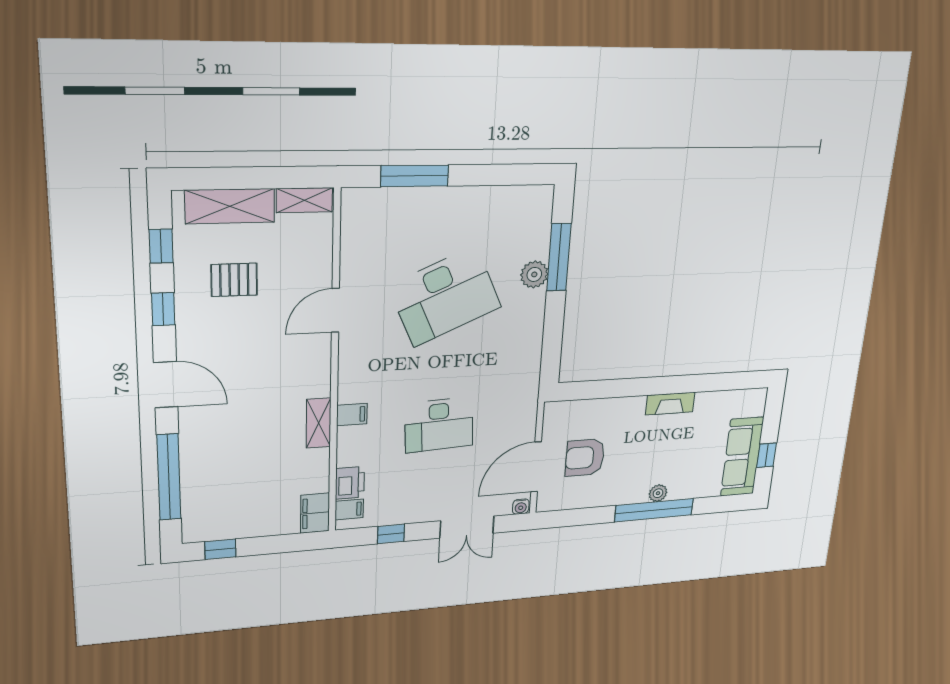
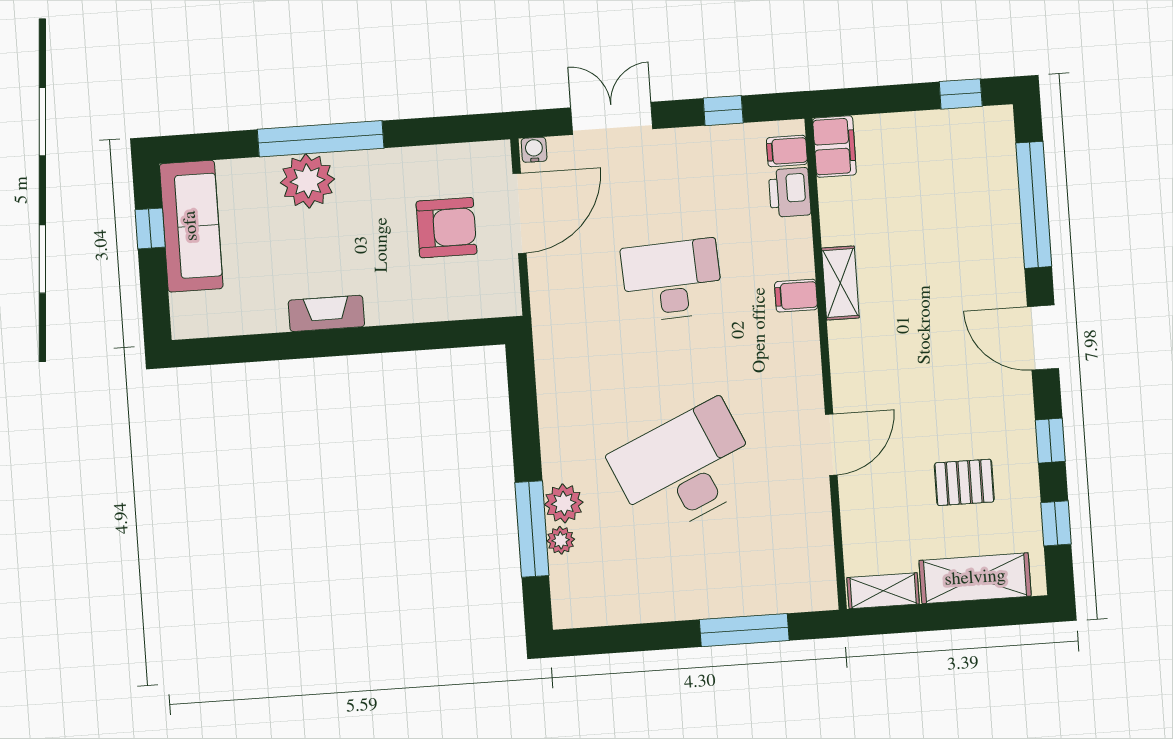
plant: (540, 249) -> (561, 540), added
plant: (658, 493) -> (307, 181), width x1.87, depth x1.87

